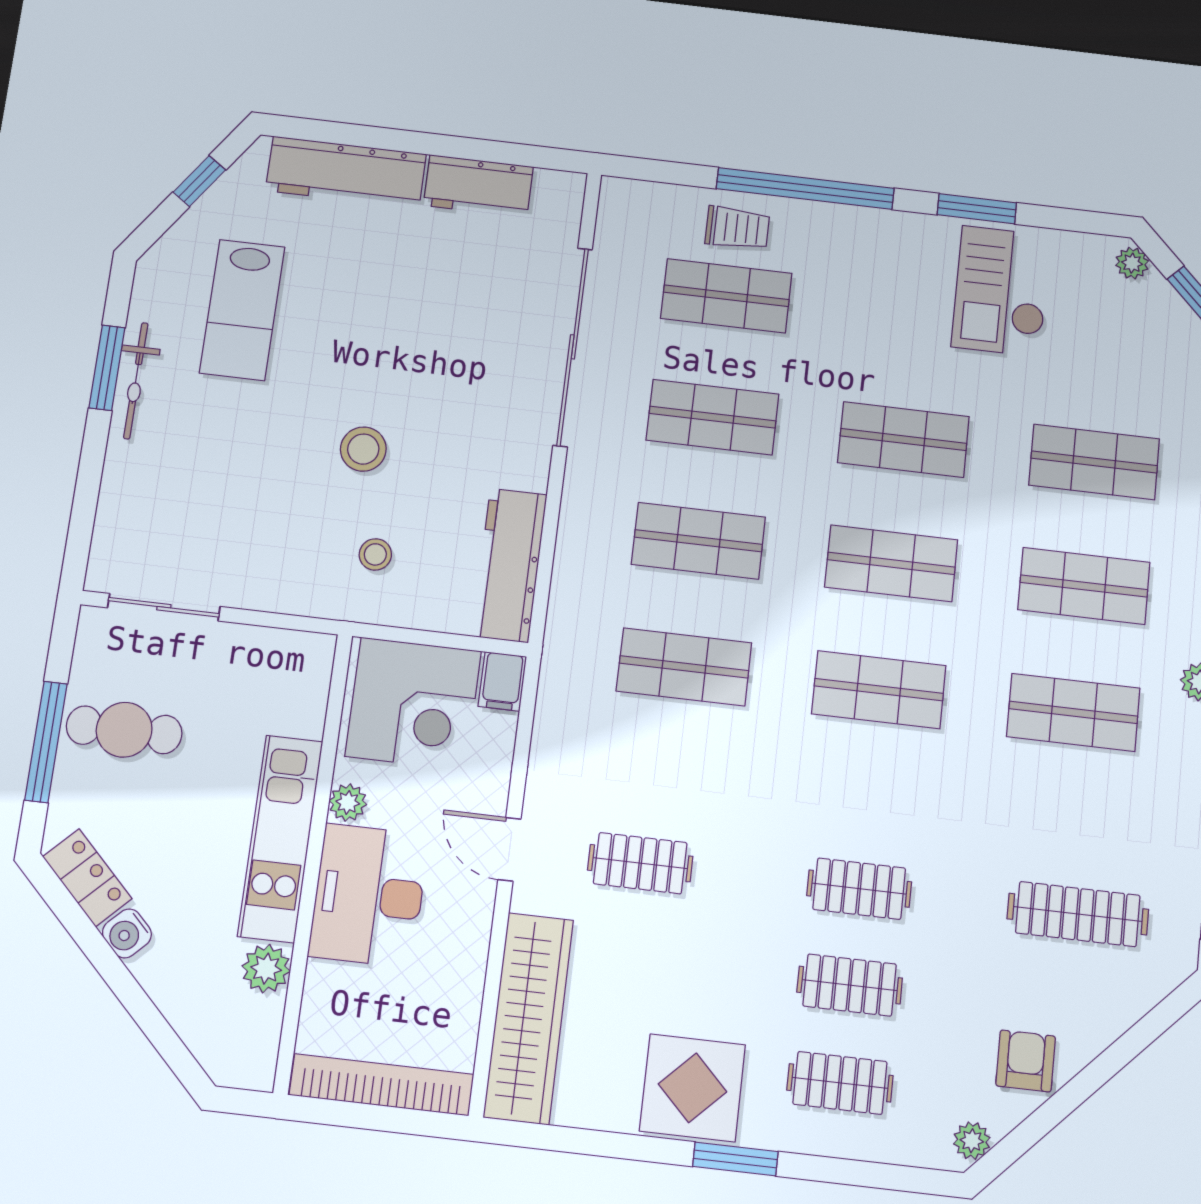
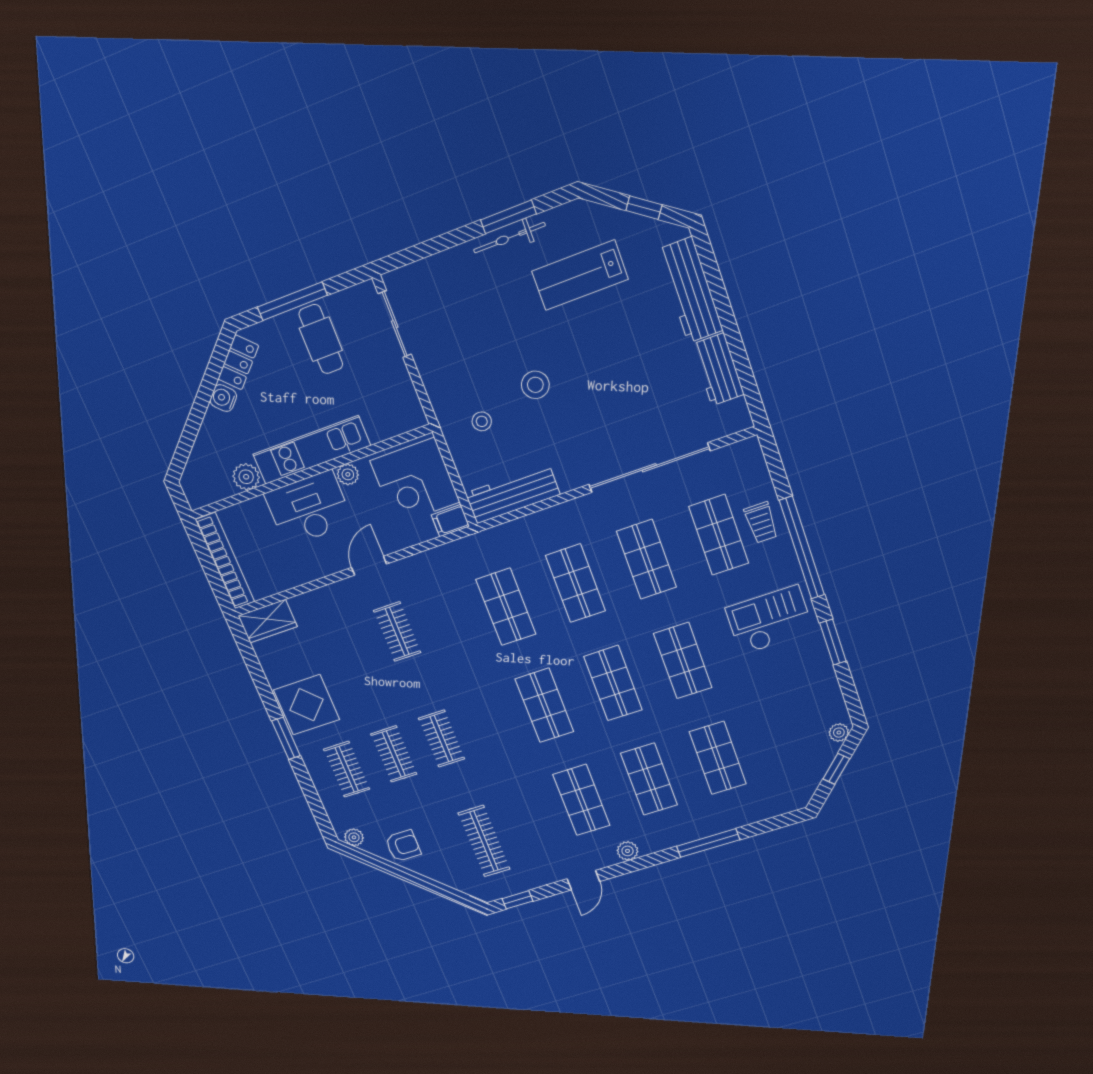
checkout: (1001, 291) -> (769, 620), moved
wardrobe: (529, 1018) -> (268, 621), width x0.48, depth x0.85

